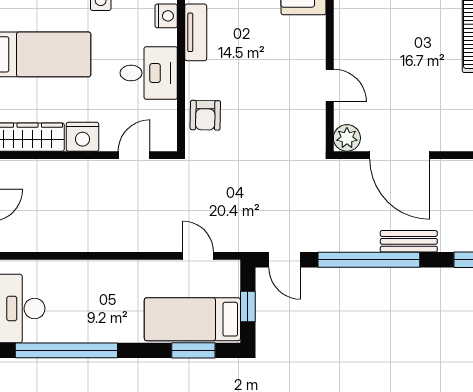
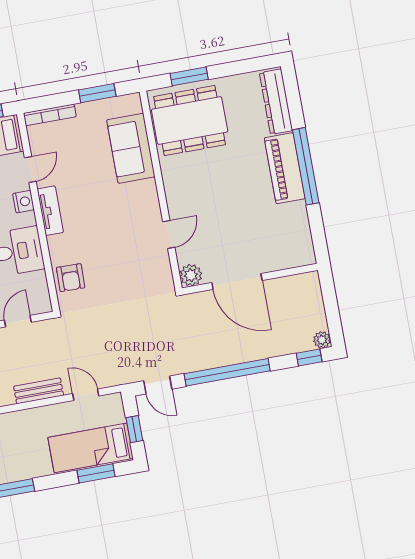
door: (330, 85) -> (169, 234), hinge flipped
bench: (409, 241) -> (39, 391), moved

